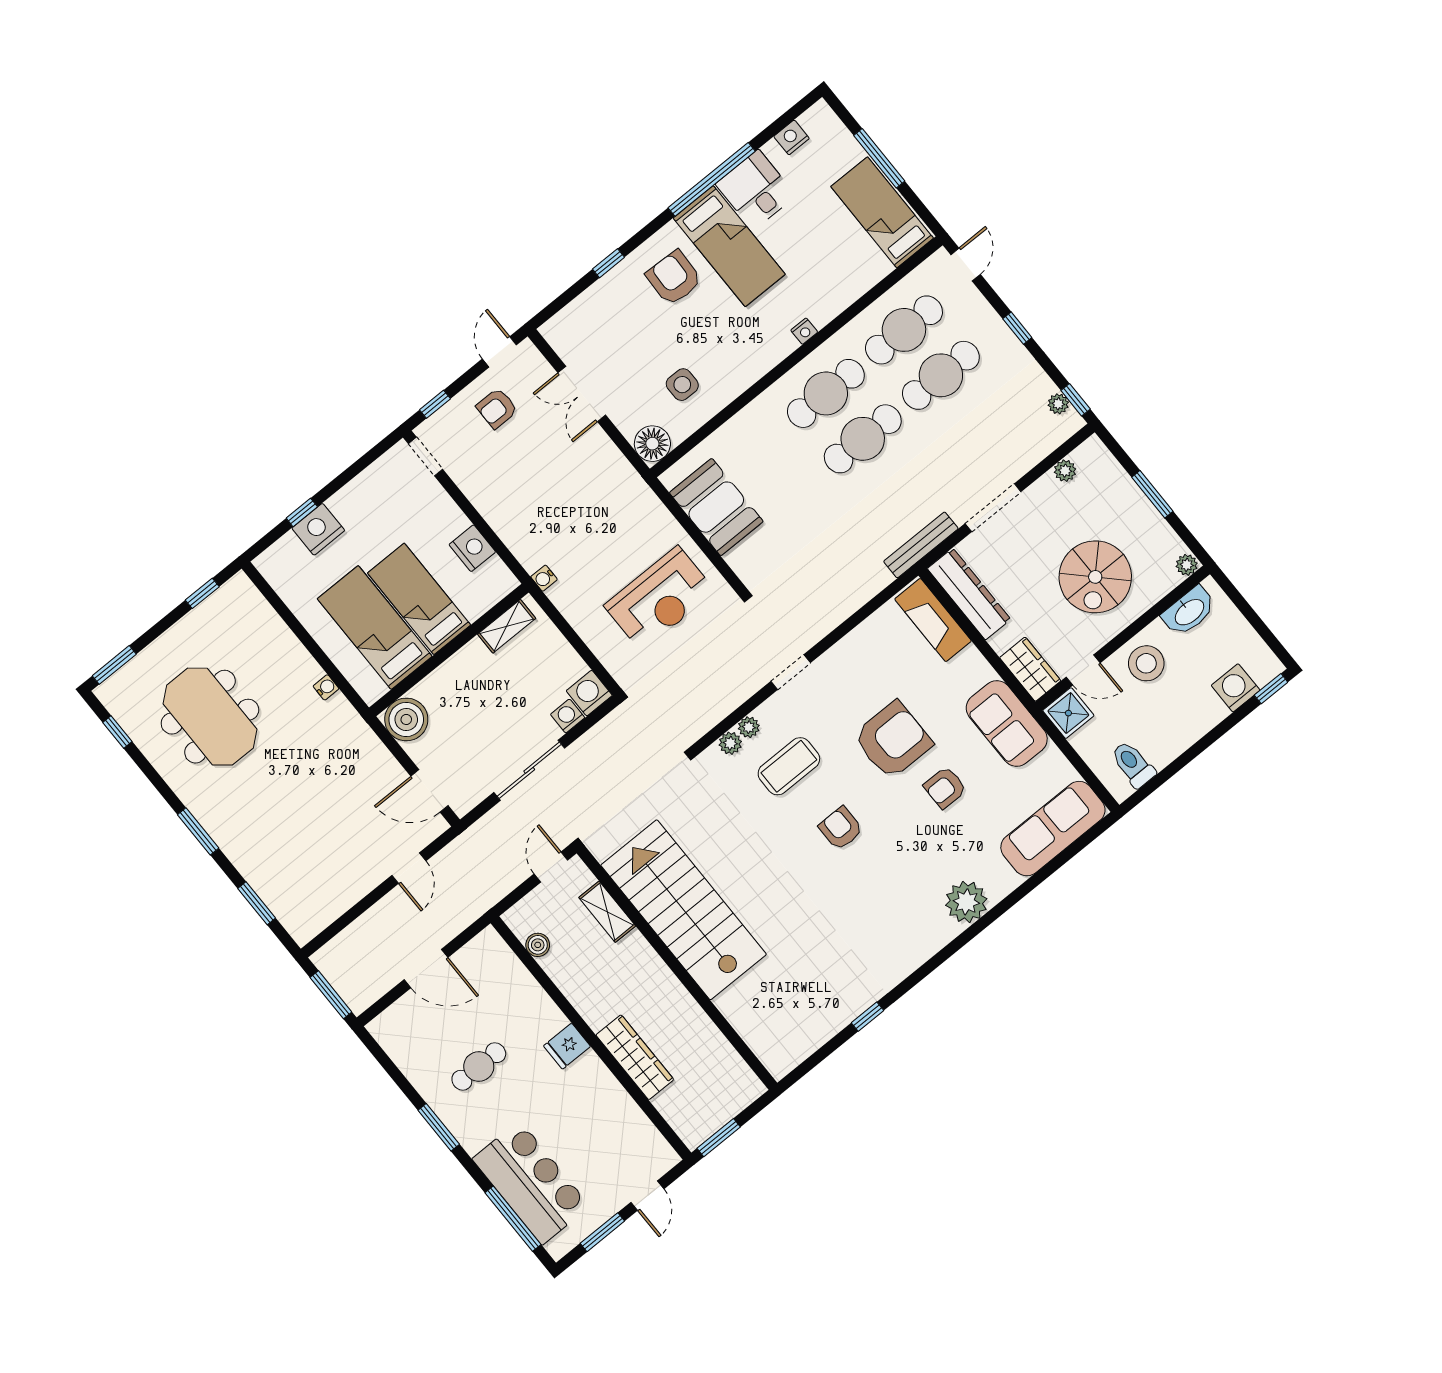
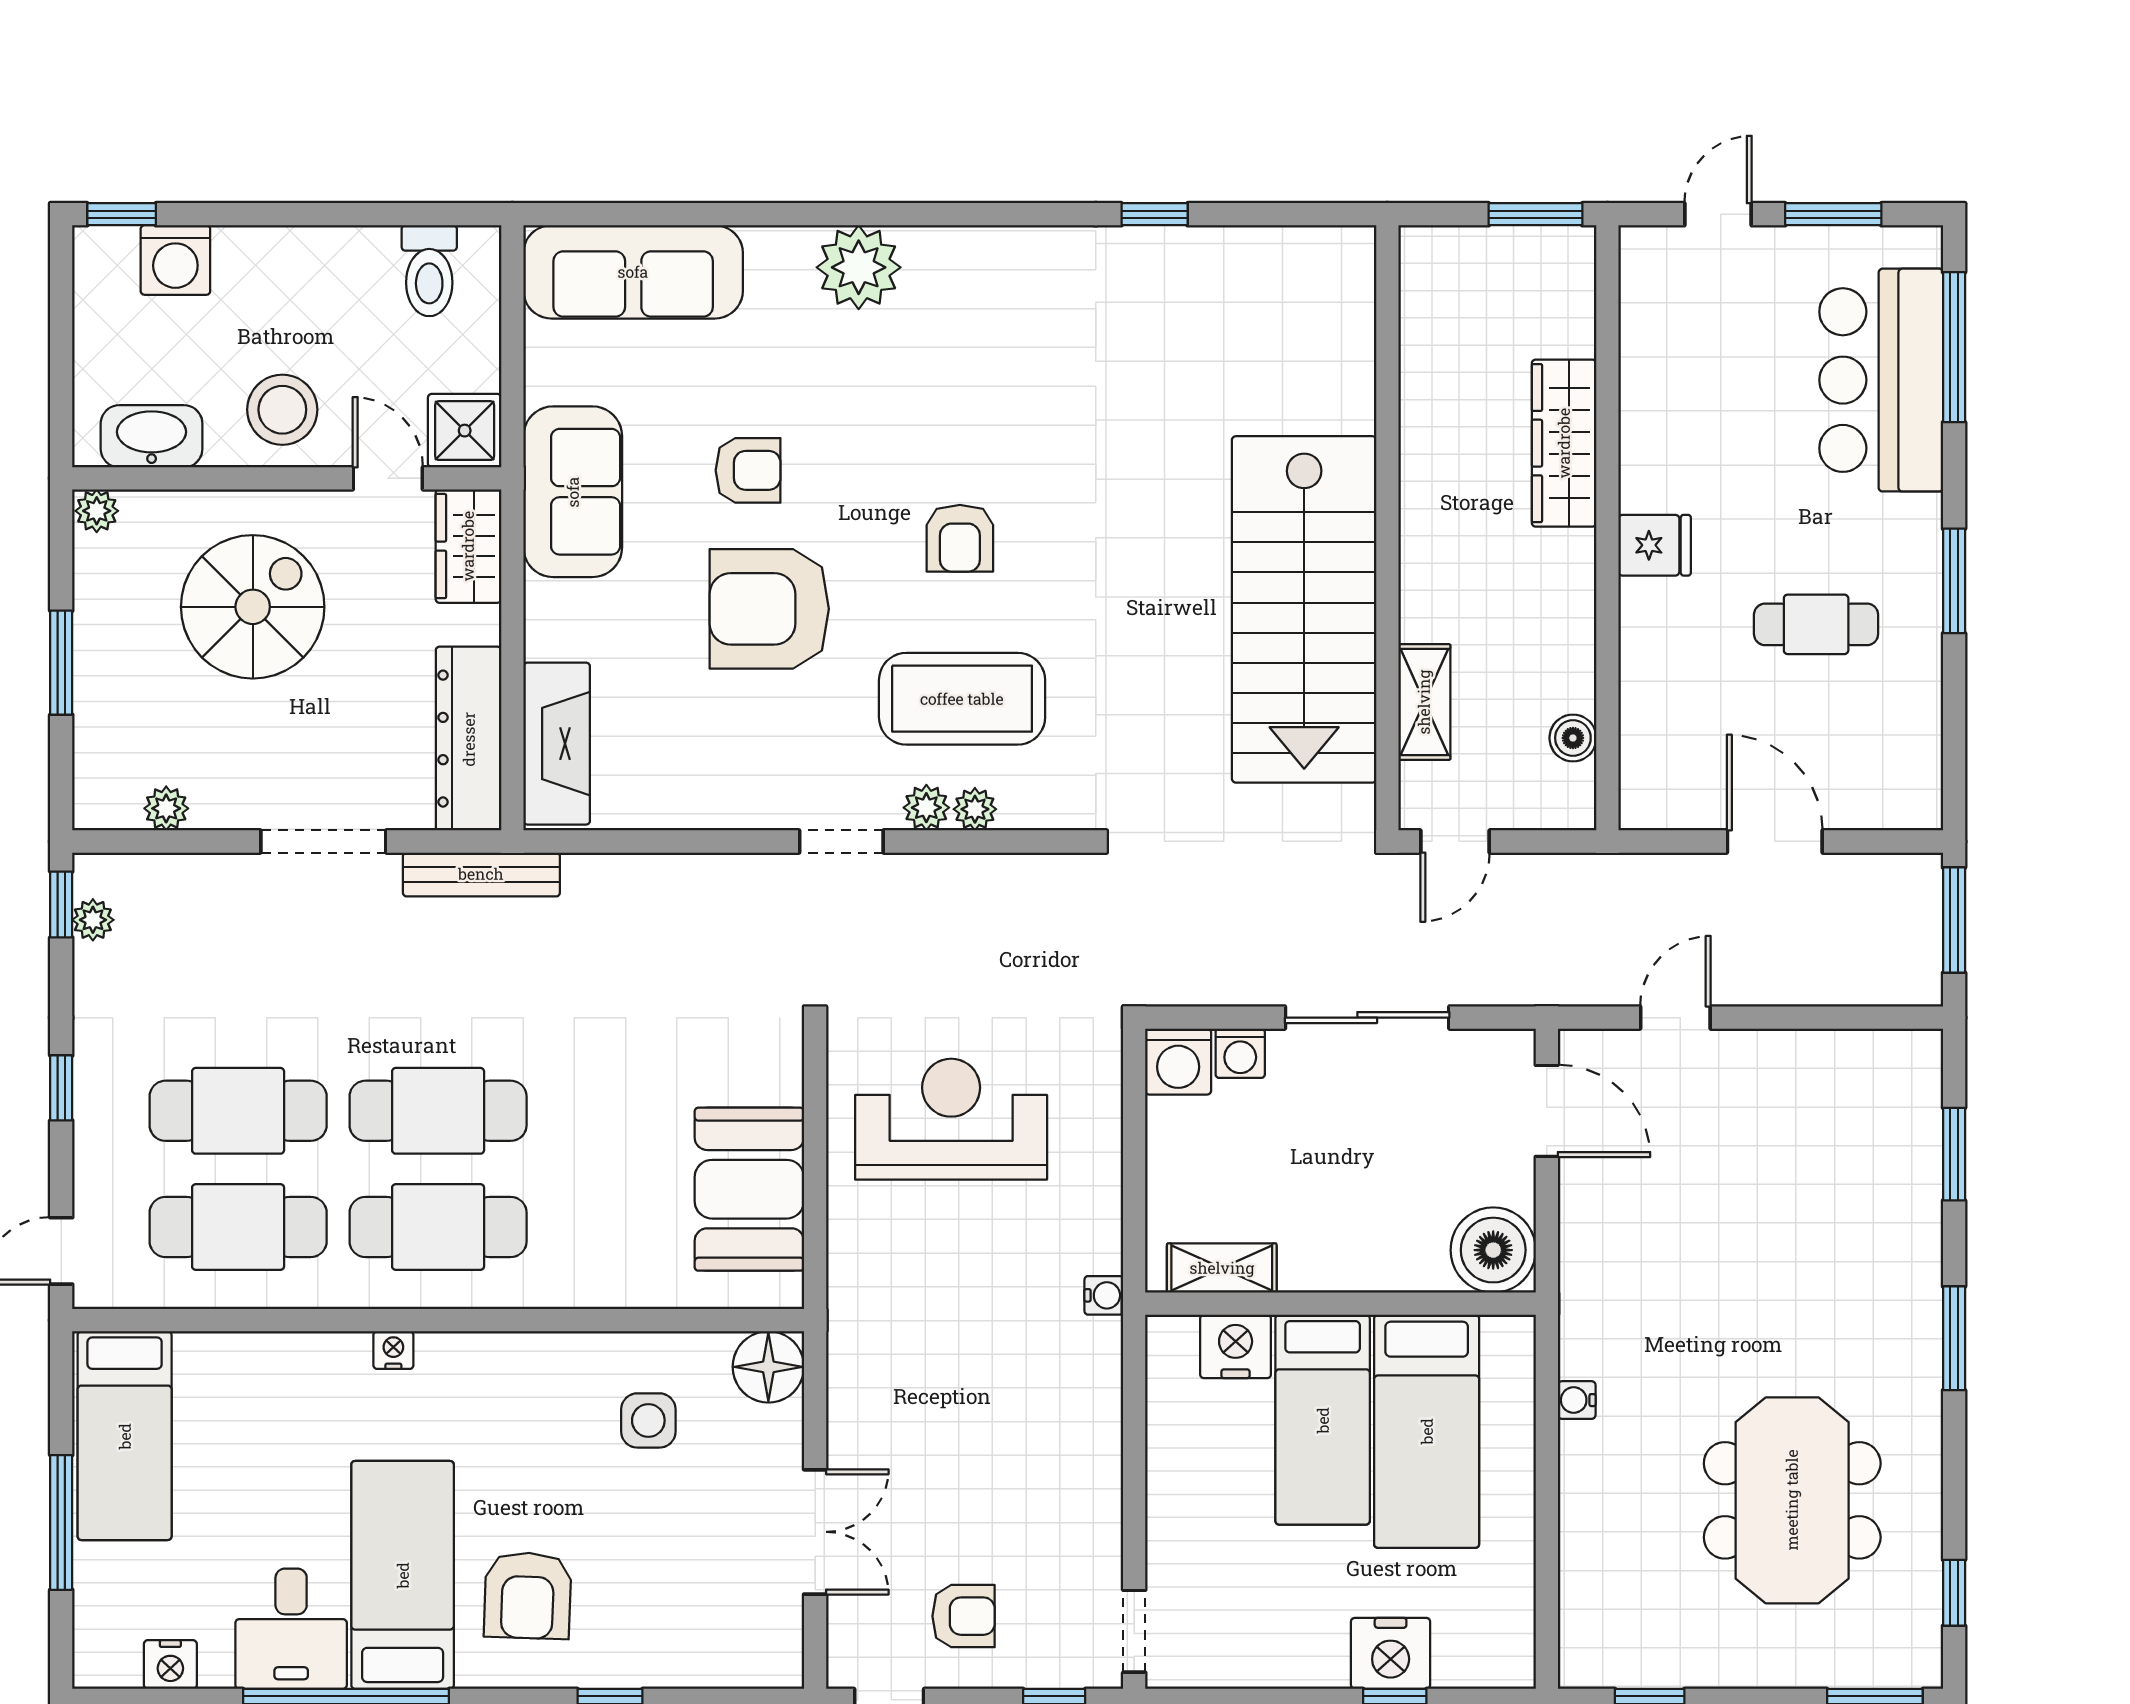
nightstand: (472, 548) -> (1236, 1346), moved, turned 90
plant: (730, 743) -> (926, 808), moved
coffee table: (789, 766) -> (962, 699), width x1.36, depth x1.32

